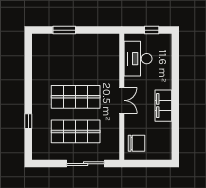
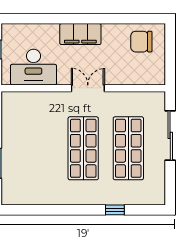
filing cabinet: (163, 106) -> (80, 34), moved
chair: (137, 143) -> (141, 42), moved, turned -90

